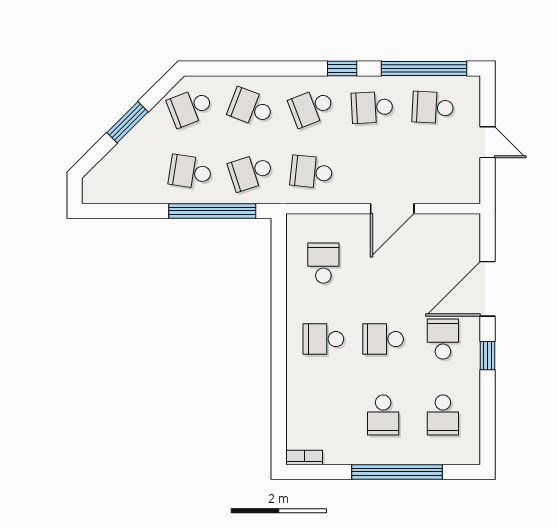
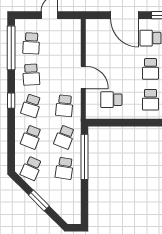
window: (342, 69) -> (11, 101), moved
school desk: (190, 107) -> (31, 168), turned 45
school desk: (311, 107) -> (31, 106), turned 39
school desk: (251, 172) -> (64, 137), turned 39
door: (392, 209) -> (83, 77), moved

